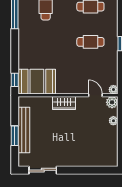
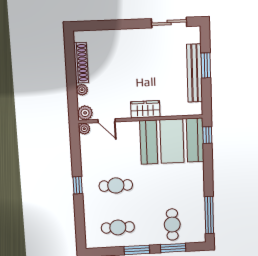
booth: (37, 82) -> (172, 141), width x1.36, depth x1.42
shoe rack: (113, 142) -> (81, 63), added

